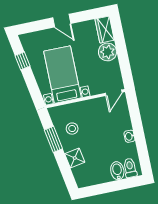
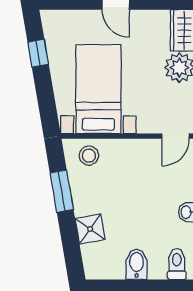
stool: (72, 129) -> (89, 156), moved
bidet: (117, 171) -> (137, 264), moved

